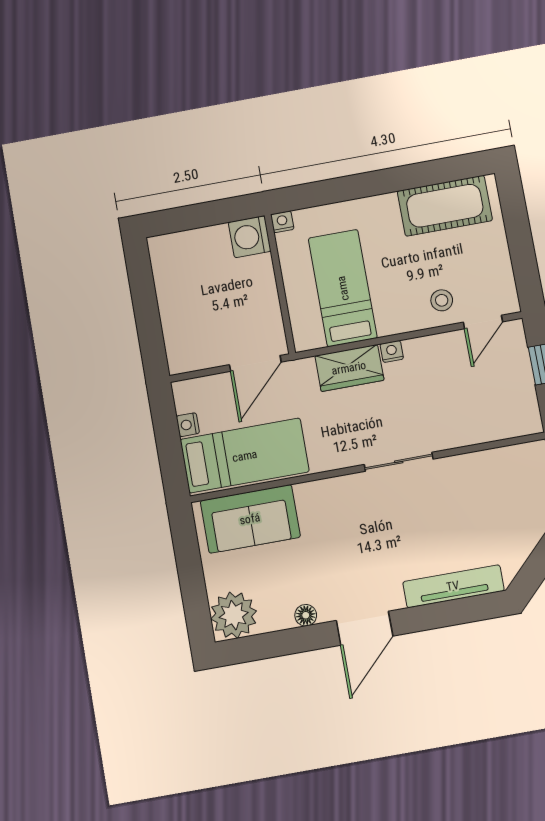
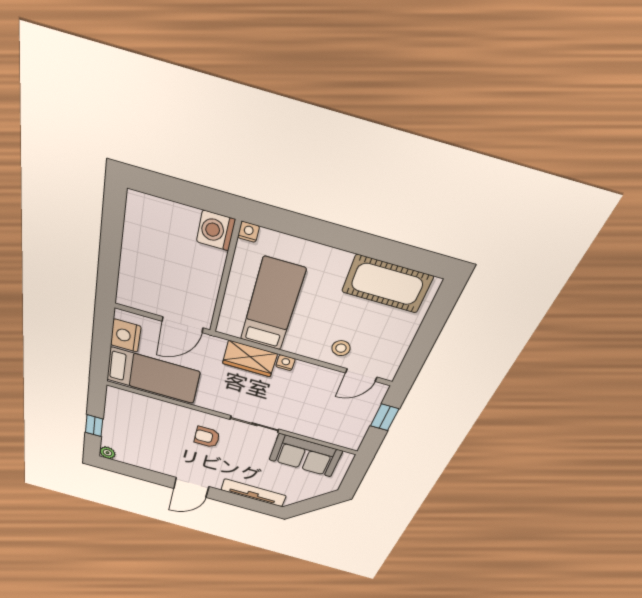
nightstand: (188, 425) -> (126, 336), width x1.89, depth x1.79
armchair: (349, 518) -> (207, 437), added
sofa: (250, 519) -> (305, 455), moved
window: (193, 585) -> (94, 426), added
plant: (234, 615) -> (107, 453), width x0.53, depth x0.53
floor lamp: (306, 615) -> (159, 468), removed

